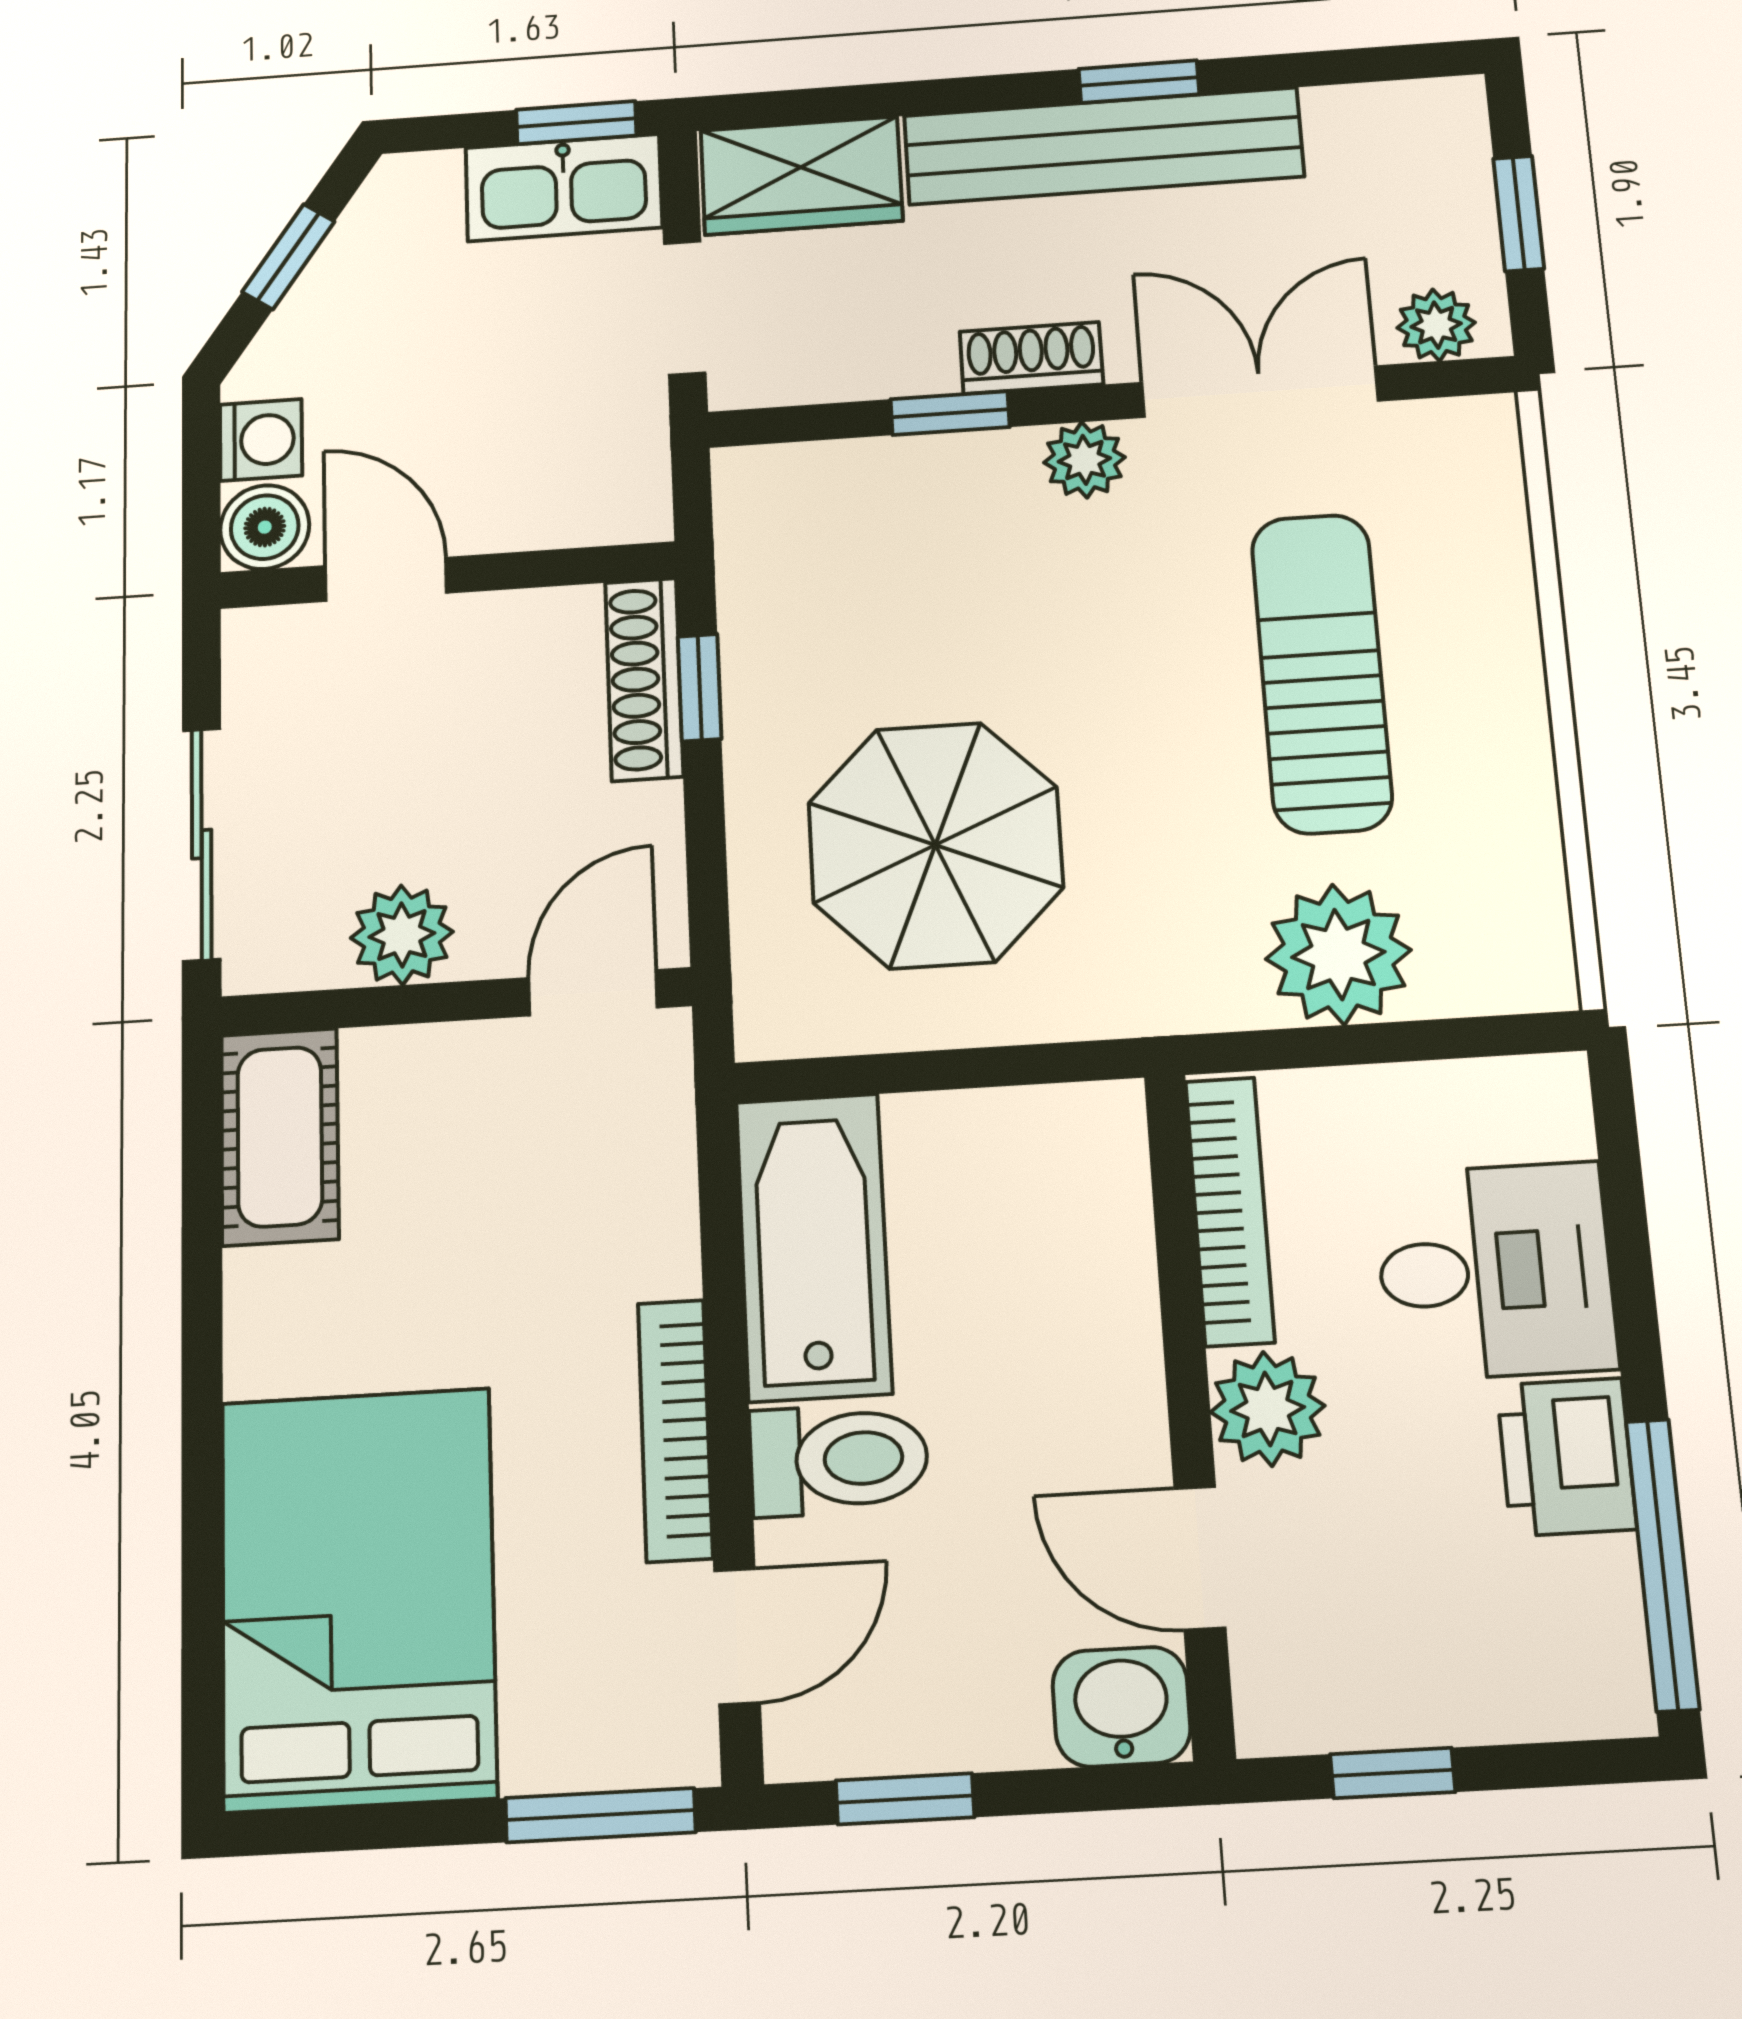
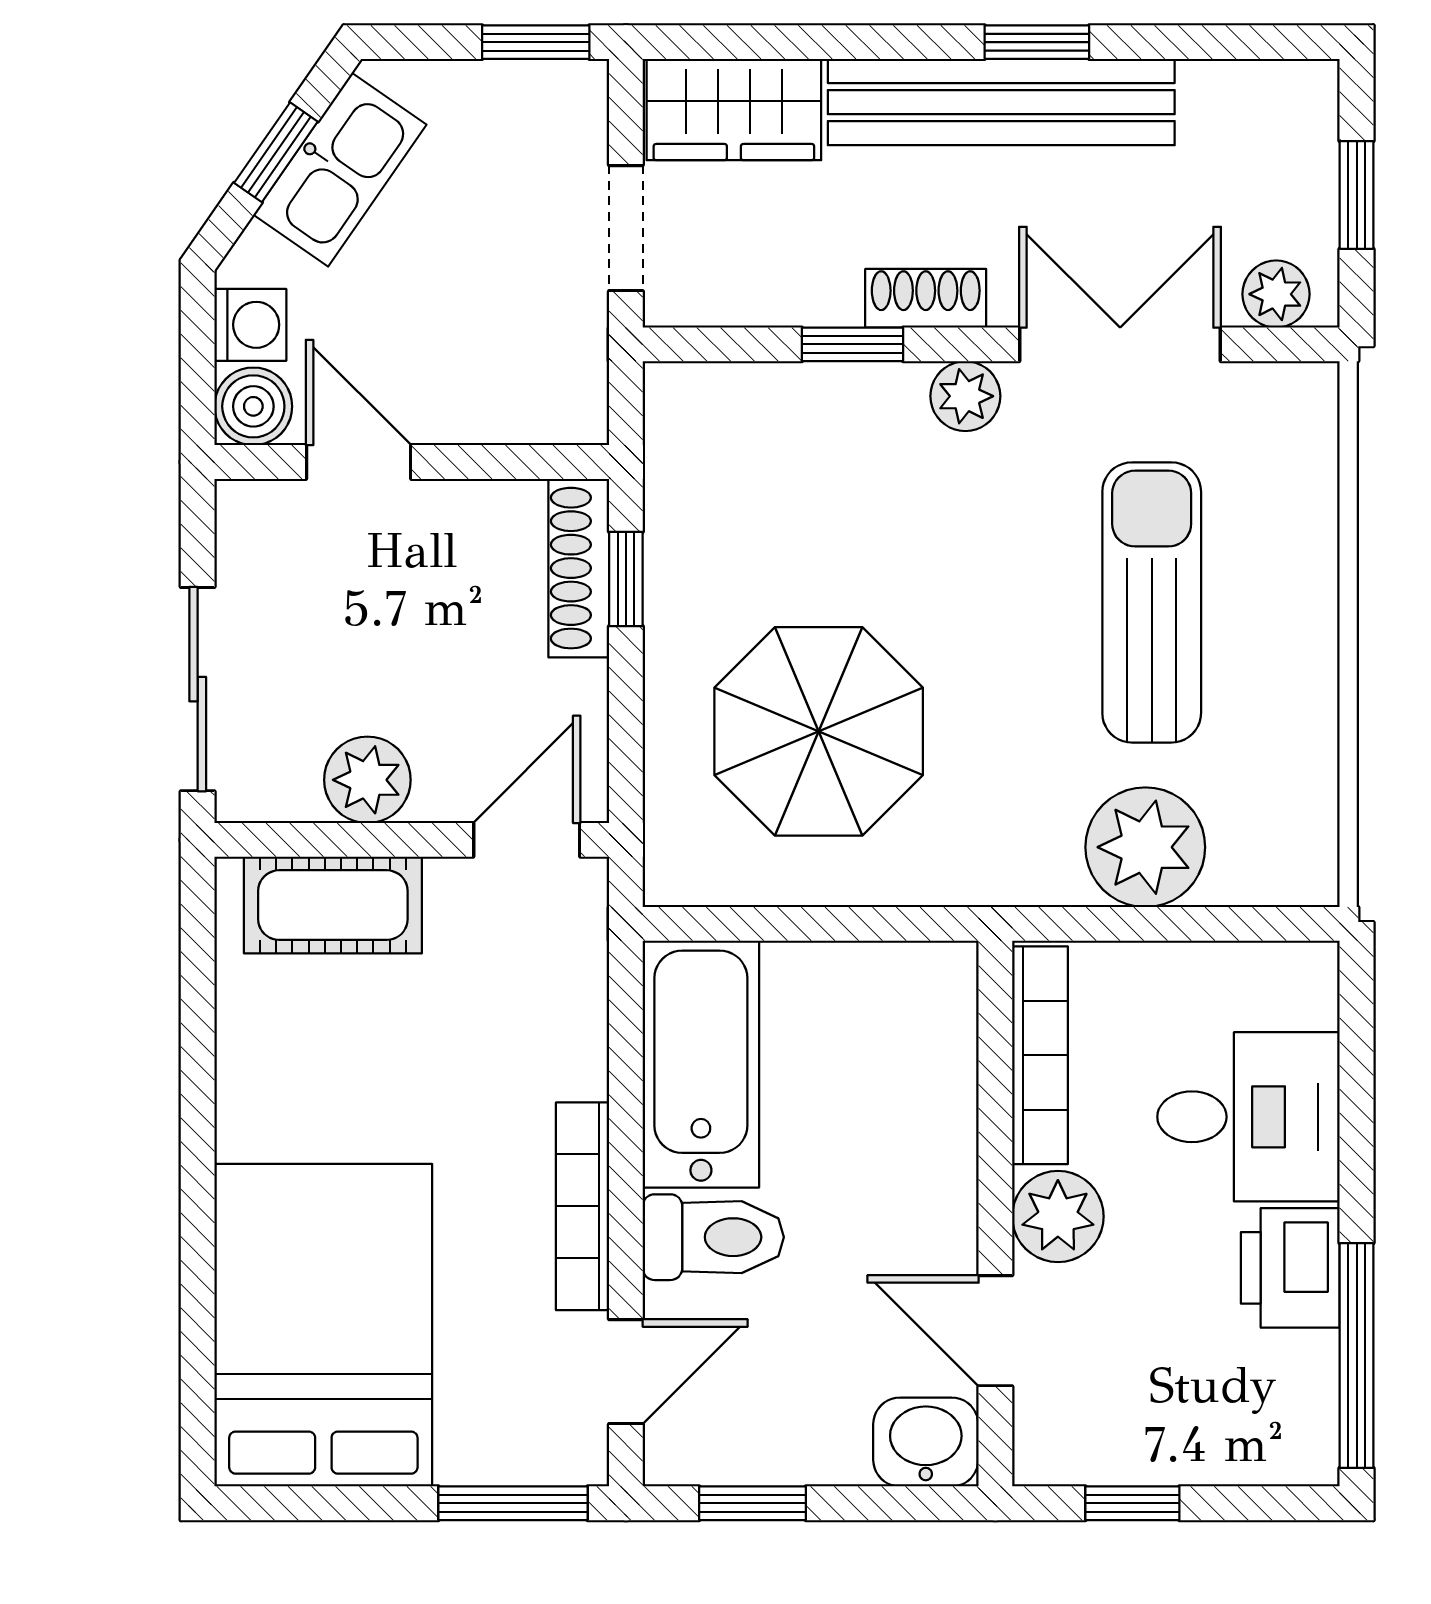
kitchen sink: (564, 188) -> (340, 170), moved, turned -55
cot: (280, 1137) -> (333, 905), moved, turned 90

